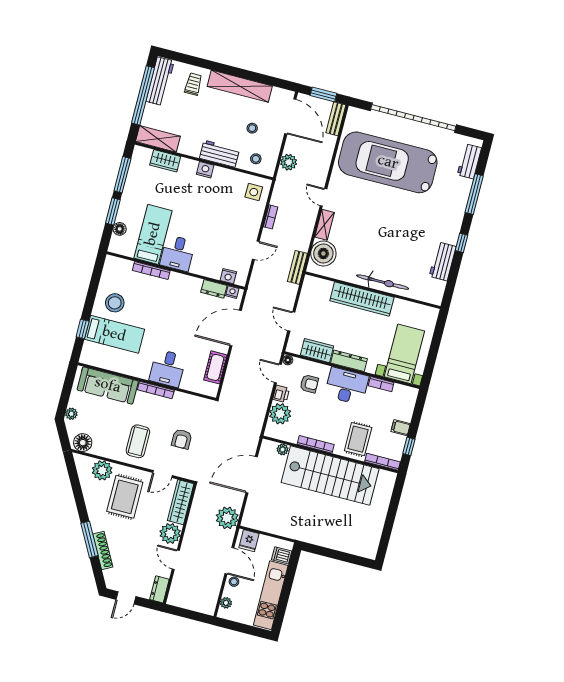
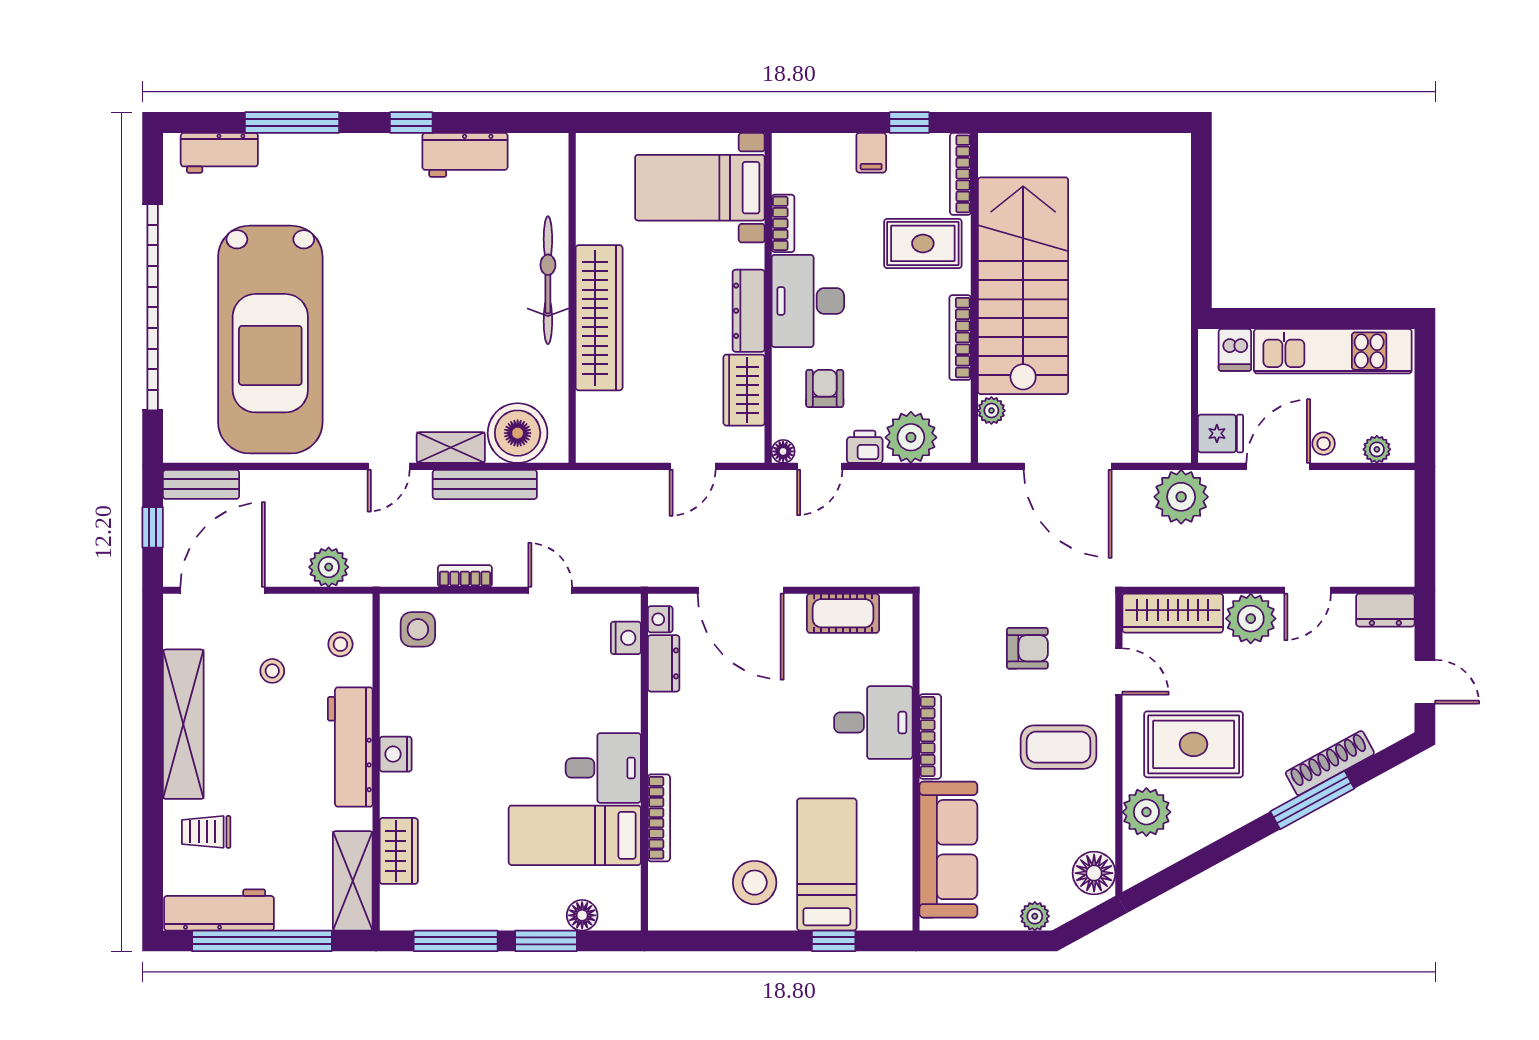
window: (323, 94) -> (153, 527), width x0.67
workbench: (219, 154) -> (350, 747), width x1.38
bench: (297, 267) -> (485, 484), moved, width x1.36

